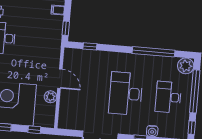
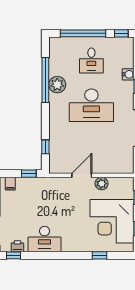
plant: (186, 66) -> (57, 85), moved
desk: (168, 97) -> (91, 61), width x0.73

